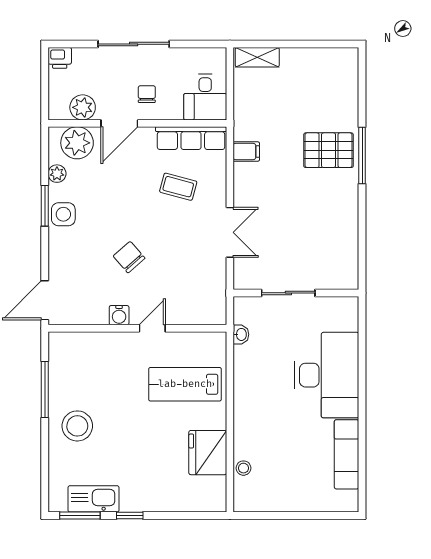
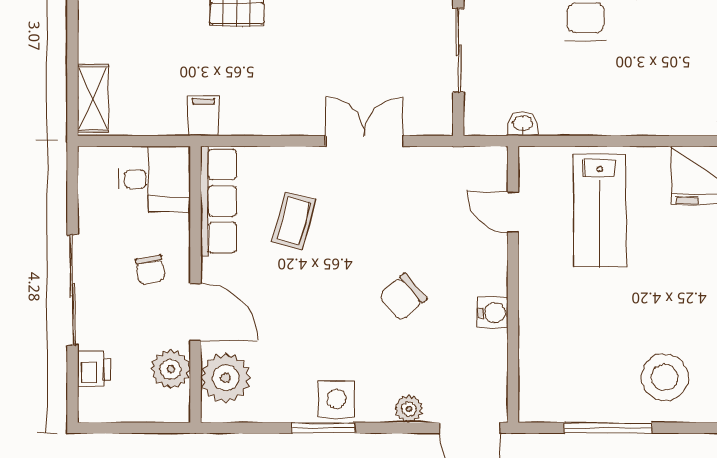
printer: (60, 58) -> (94, 369), moved
chair: (147, 94) -> (150, 270), turned -100
filing cabinet: (246, 152) -> (203, 115), moved
plant: (57, 174) -> (409, 409), moved
door: (152, 328) -> (513, 212), moved

